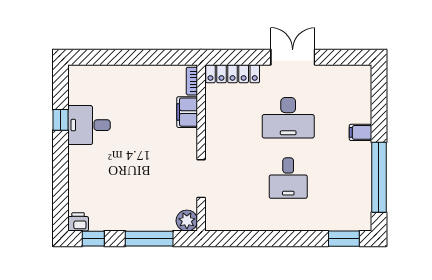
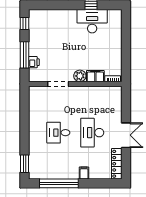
locker: (233, 74) -> (117, 164), moved
desk: (89, 125) -> (92, 21), width x1.37
plant: (187, 221) -> (80, 76), moved
printer: (78, 222) -> (34, 62), moved

